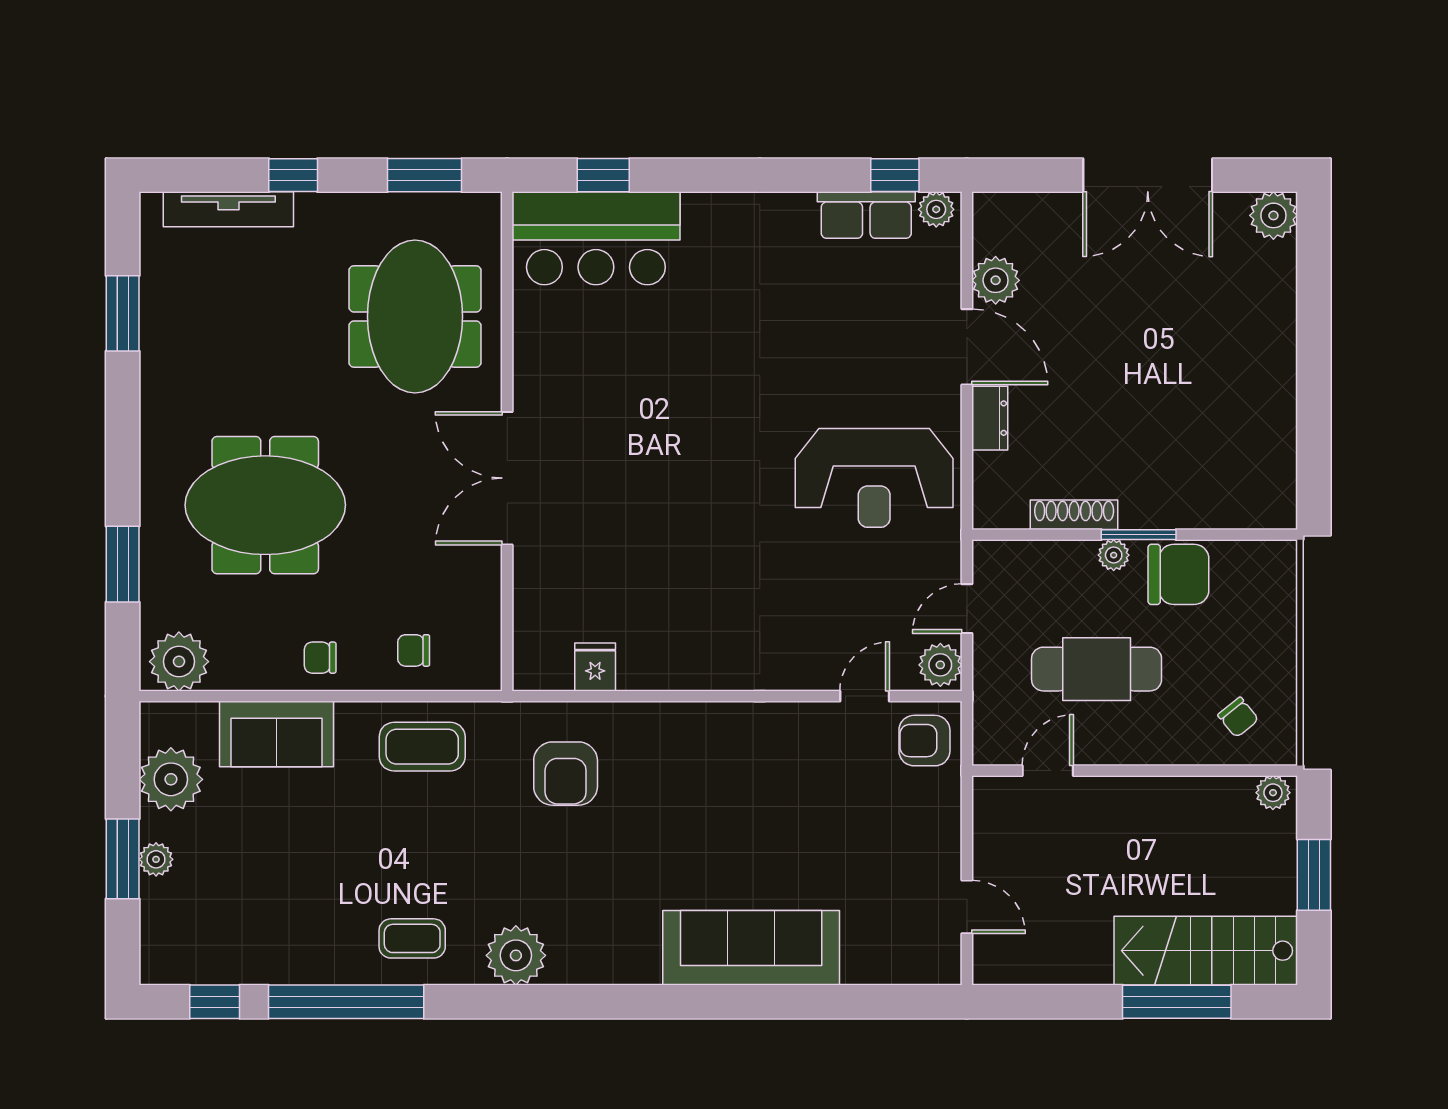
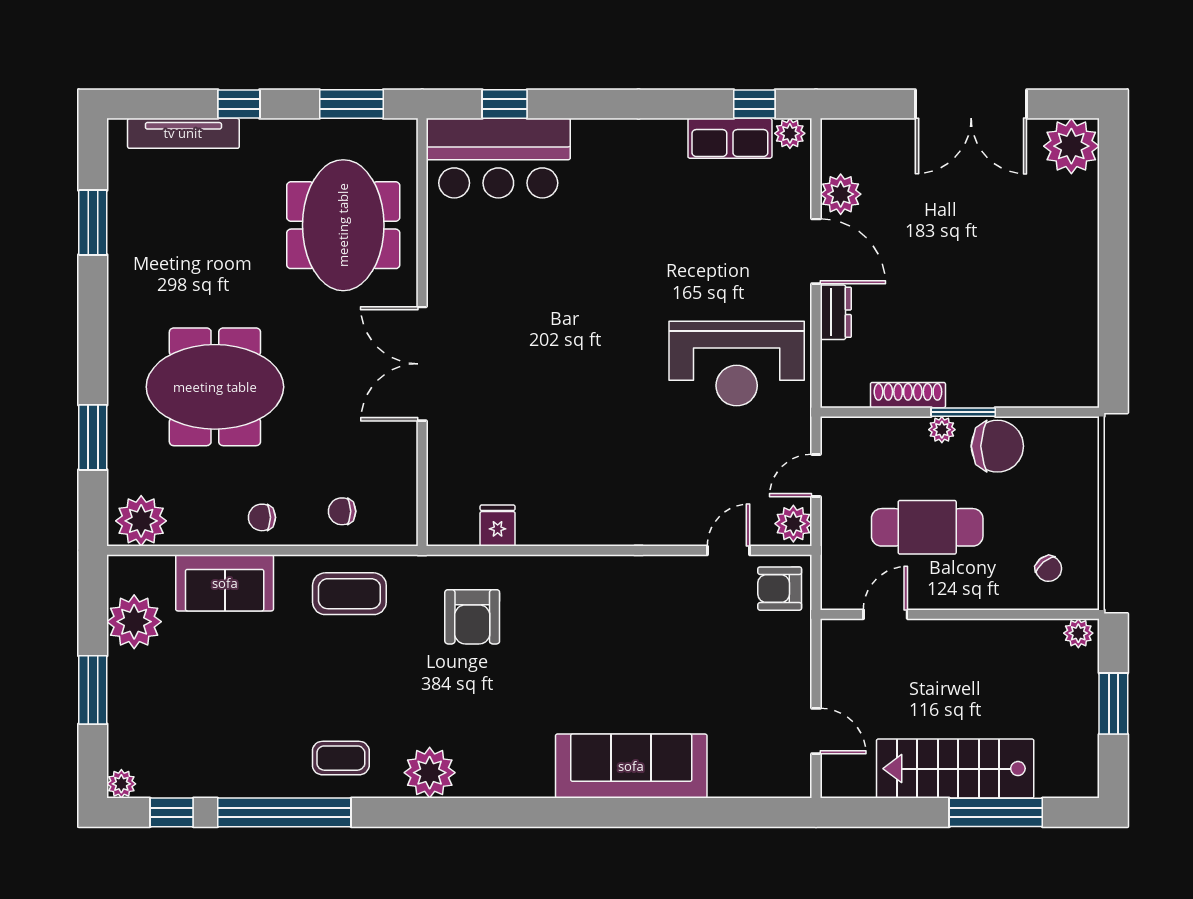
plant: (1273, 215) -> (1071, 146), width x1.36, depth x1.36
plant: (156, 859) -> (121, 784), moved
stairs: (1206, 951) -> (955, 769), moved

